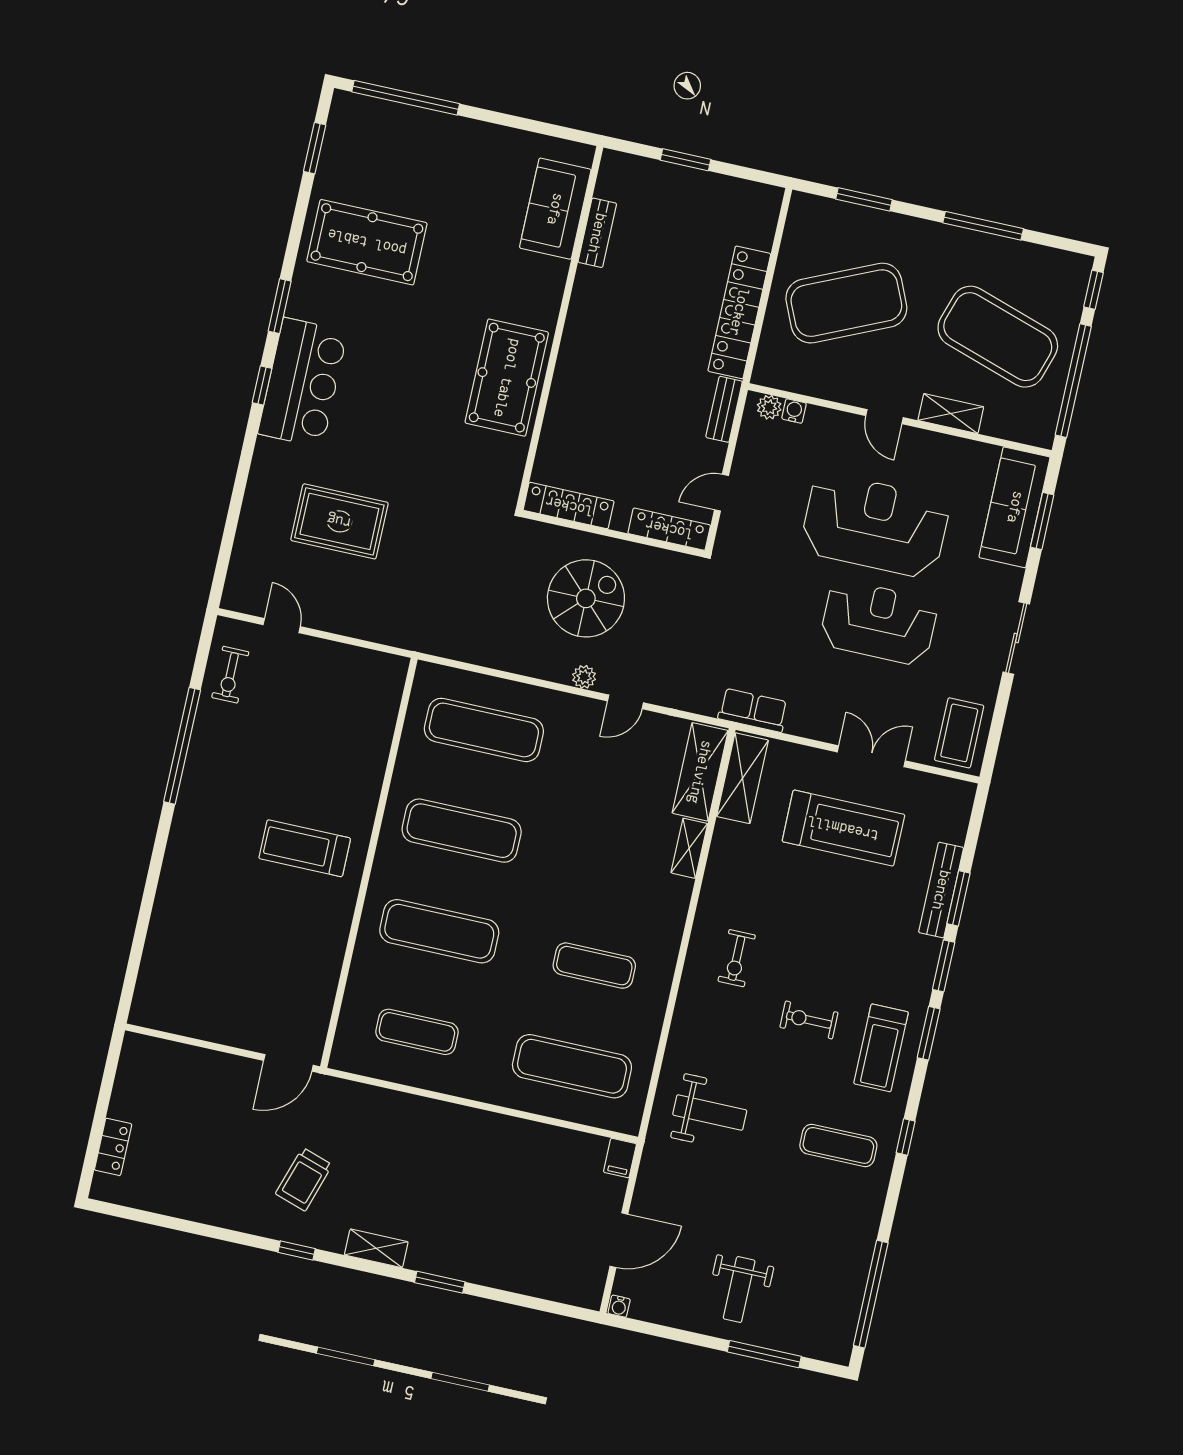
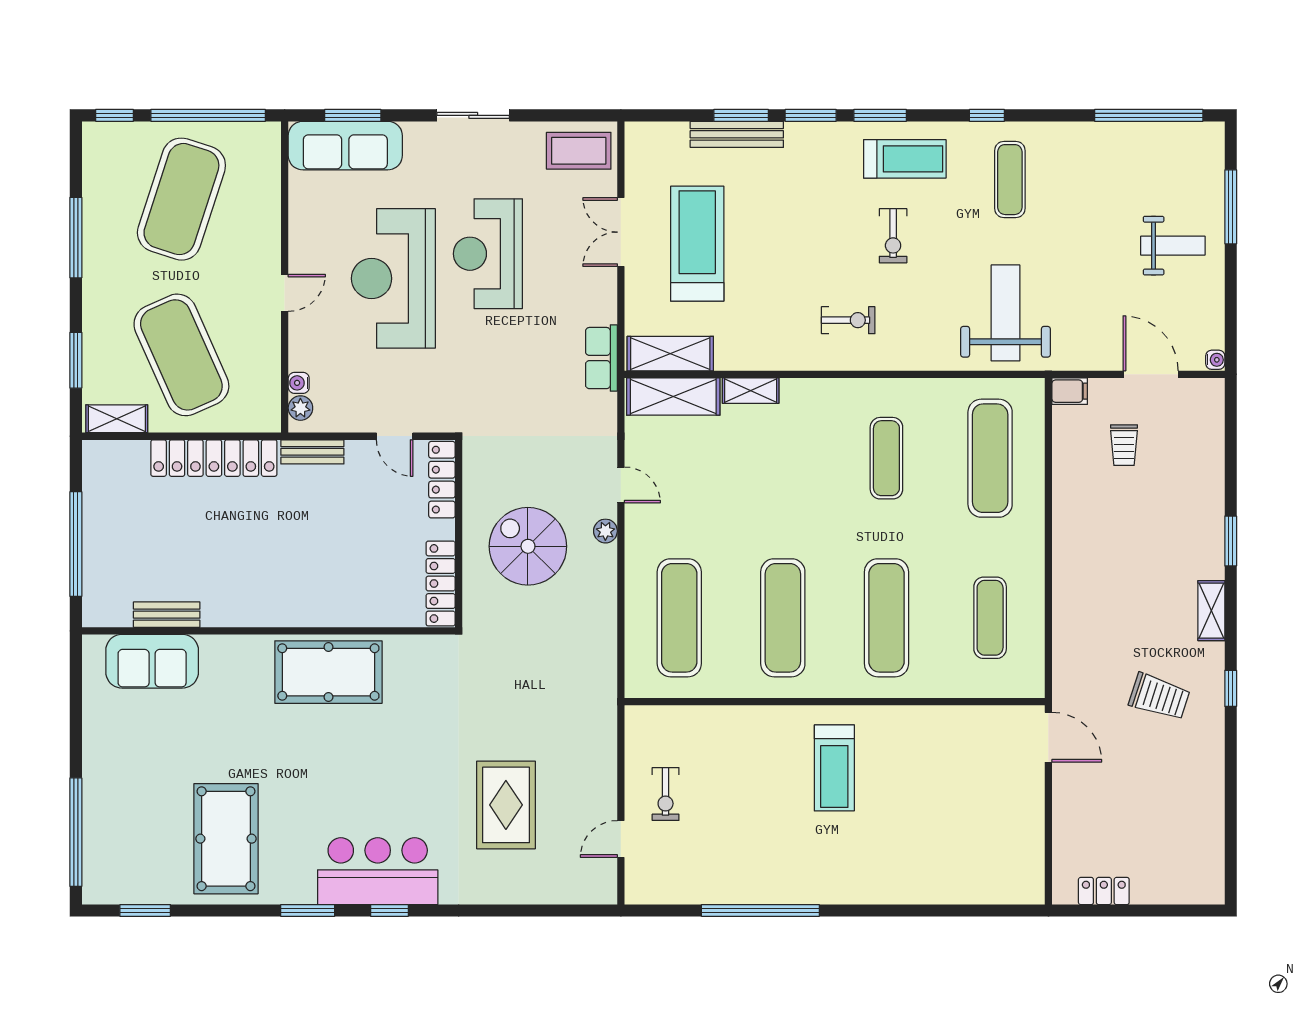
window: (685, 160) -> (76, 544), width x2.11
shelving: (951, 414) -> (117, 419), moved, turned 90
exercise bike: (230, 675) -> (666, 794), moved, turned 90
weight bench: (710, 1112) -> (1006, 313), width x1.36, depth x1.33
locker: (113, 1147) -> (1104, 891), moved
trolley: (556, 1199) -> (1124, 445), added

